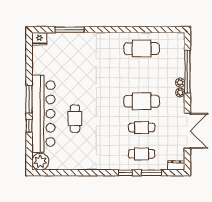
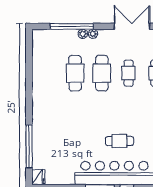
window: (70, 30) -> (29, 146), width x1.46
cafe table: (142, 49) -> (75, 73), moved

